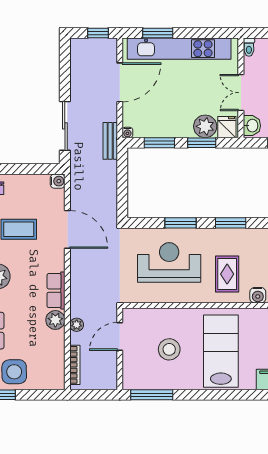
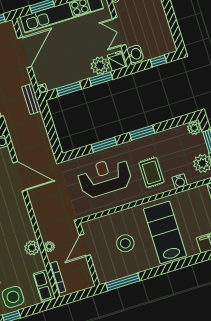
row of seats: (56, 291) -> (44, 286), moved

